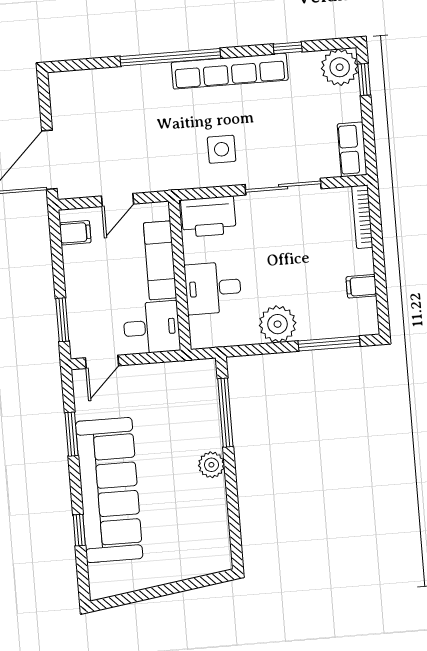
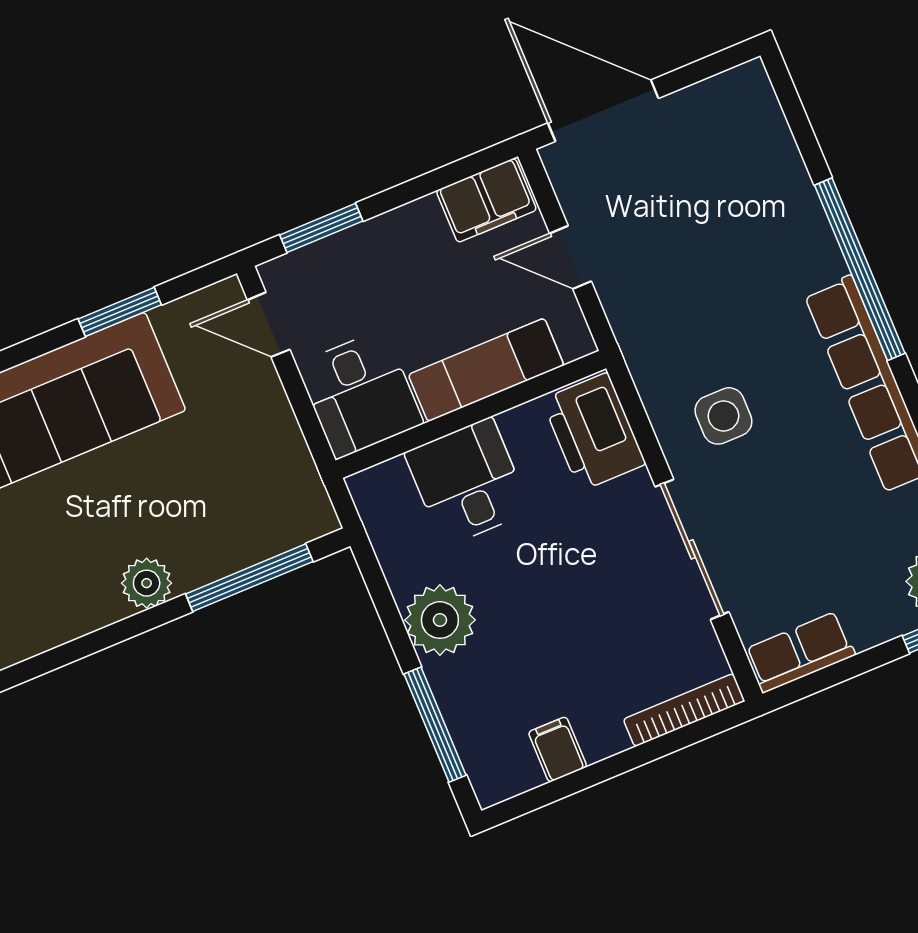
filing cabinet: (75, 233) -> (486, 200), width x2.00

